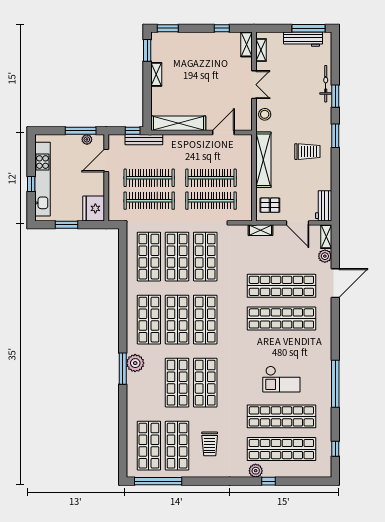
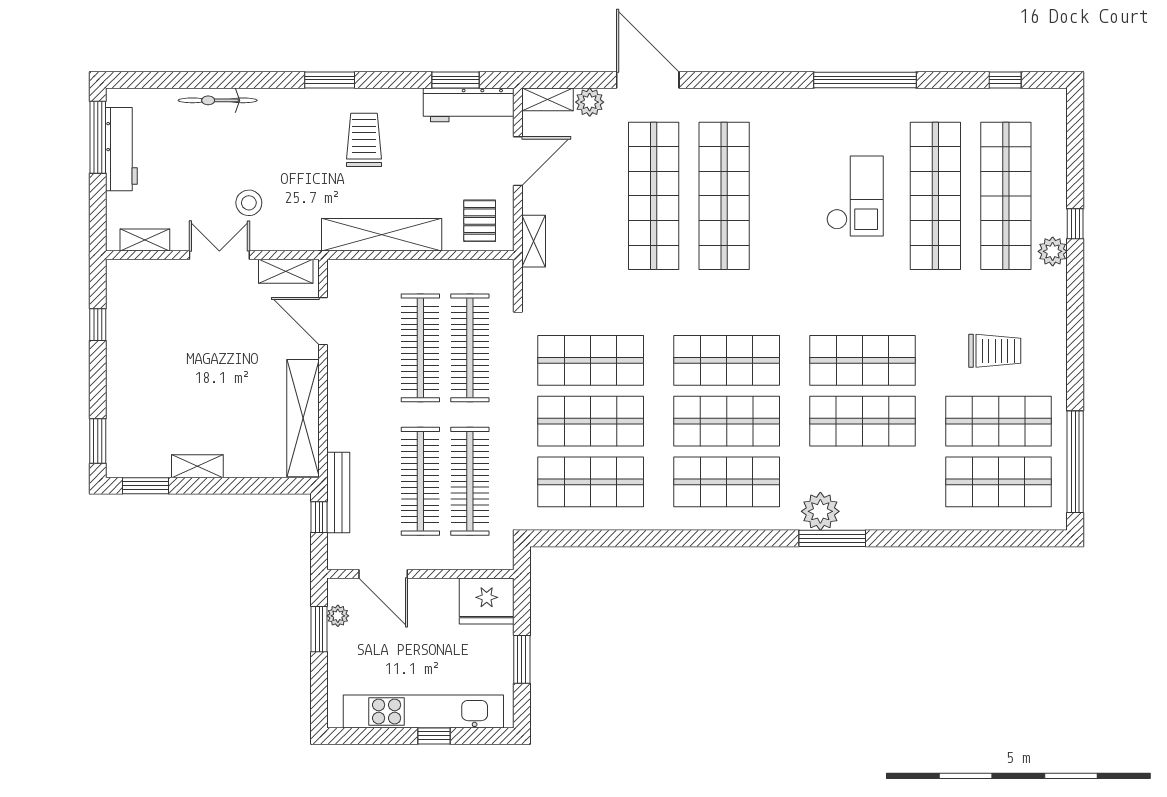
shelving: (246, 44) -> (286, 271), moved
window: (335, 96) -> (456, 80), moved
stool: (265, 114) -> (249, 203), moved
window: (81, 131) -> (319, 629), width x0.69
workbench: (324, 206) -> (469, 105), width x1.38

